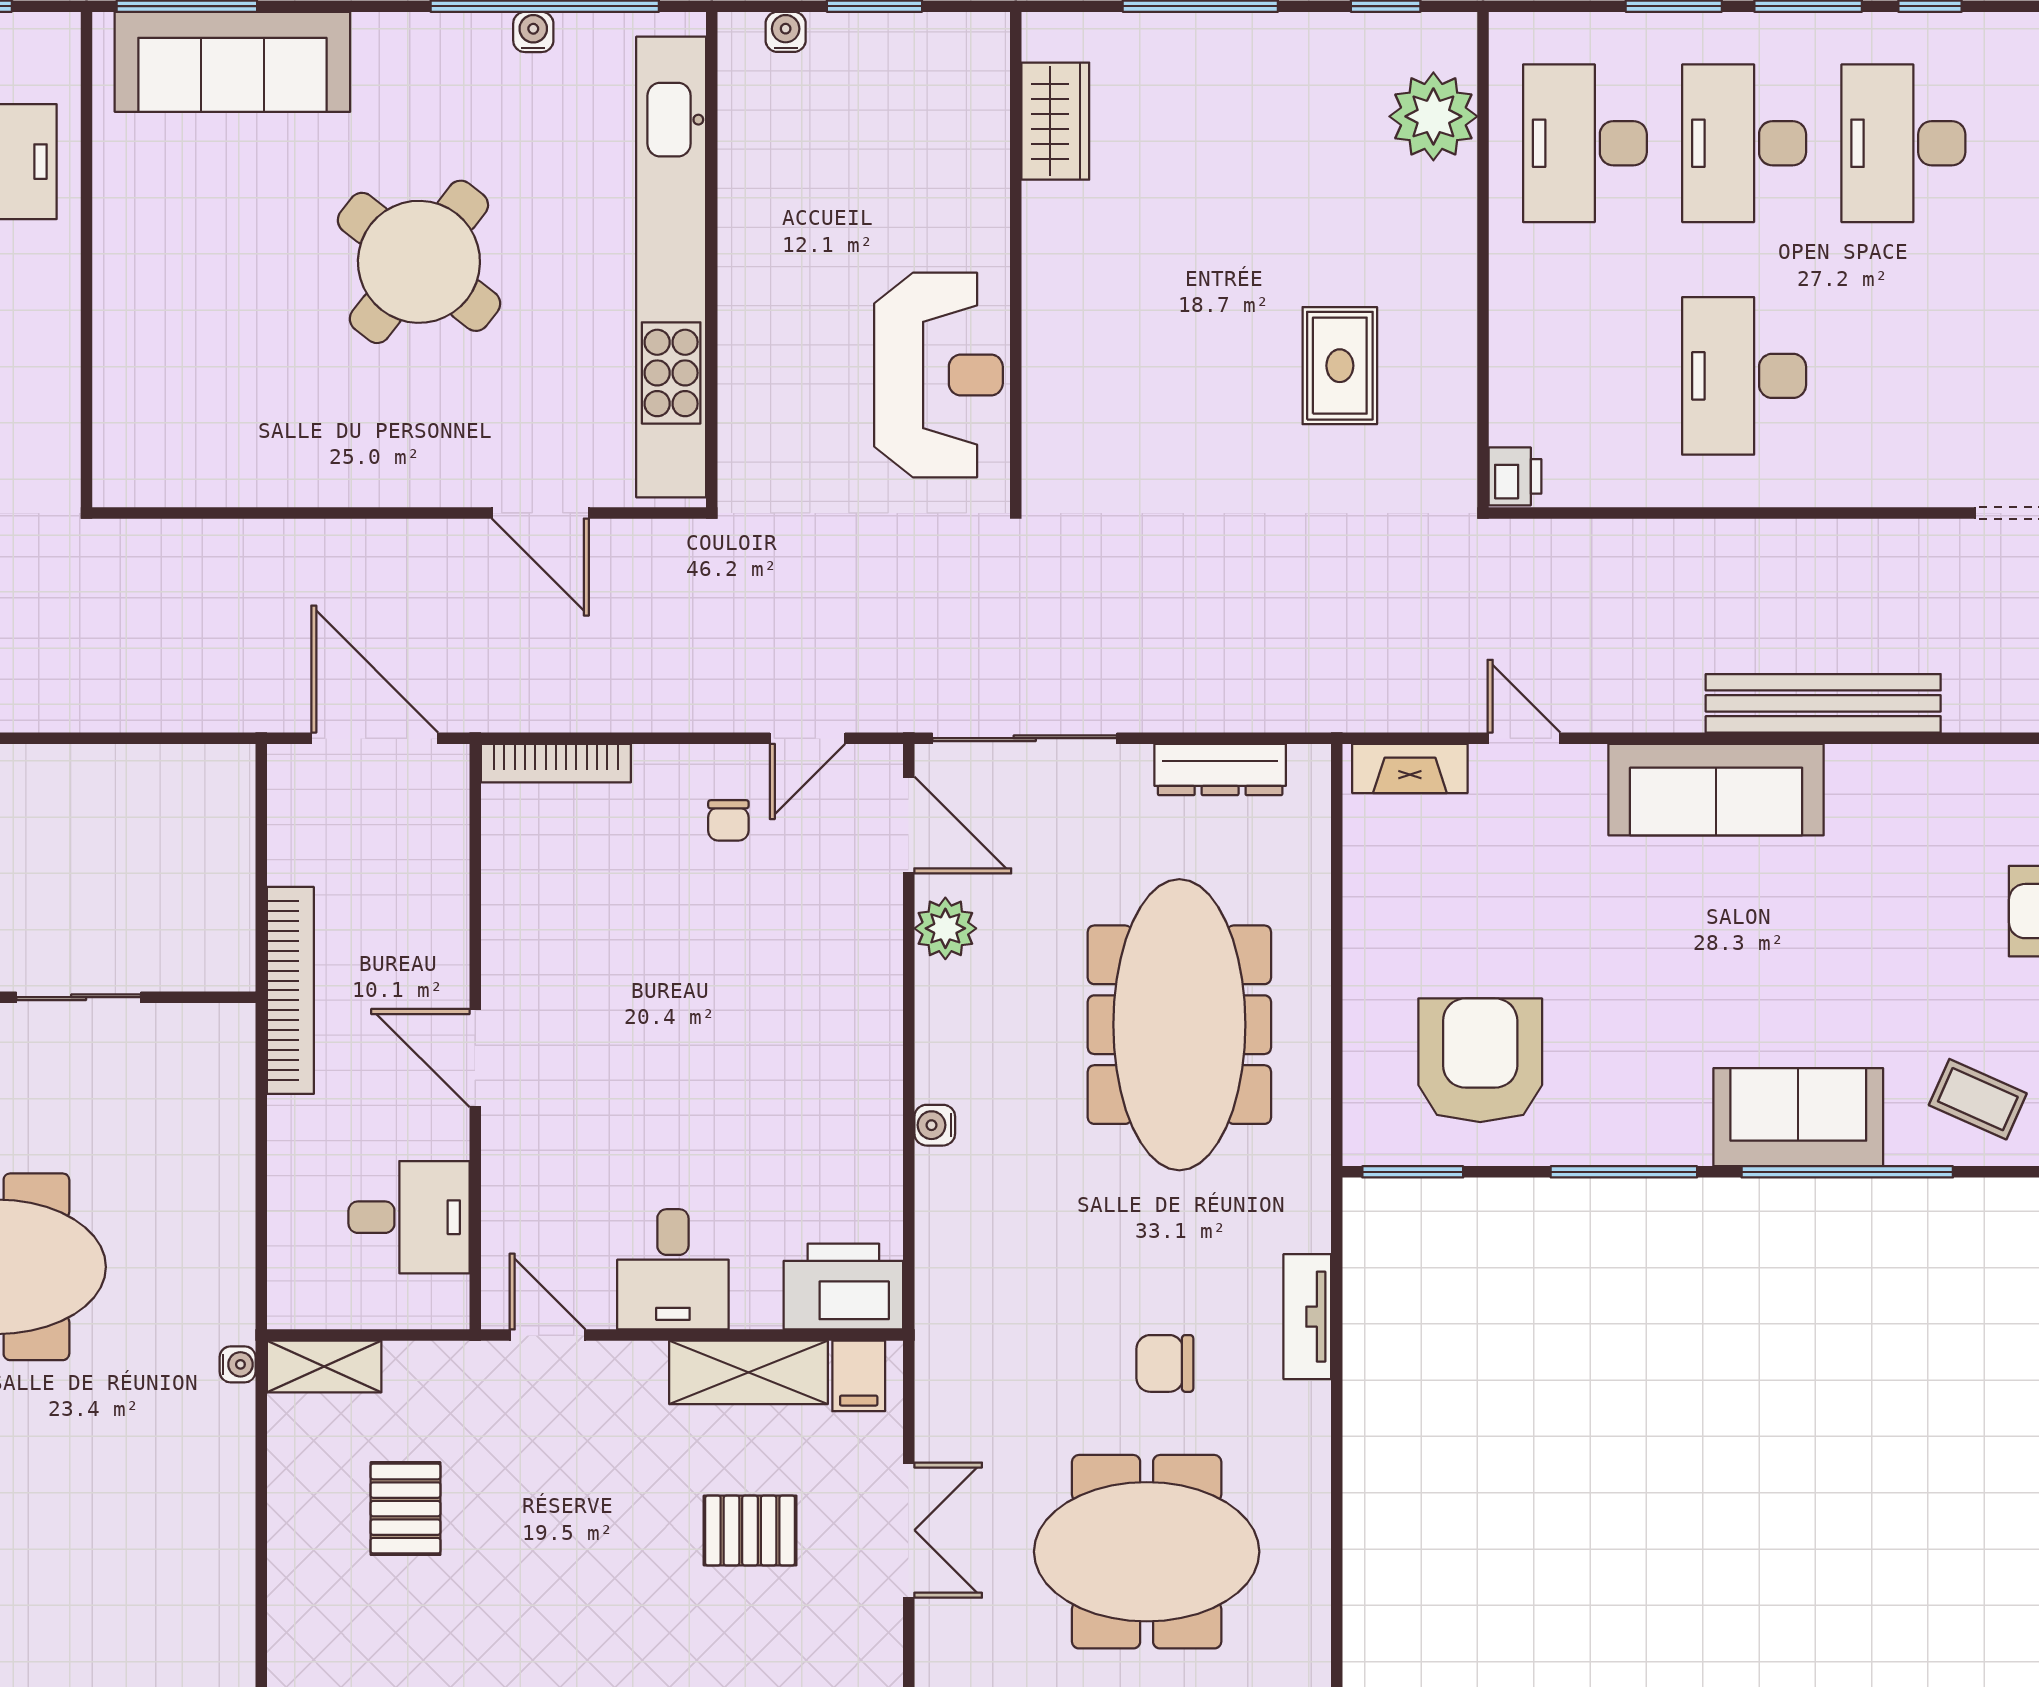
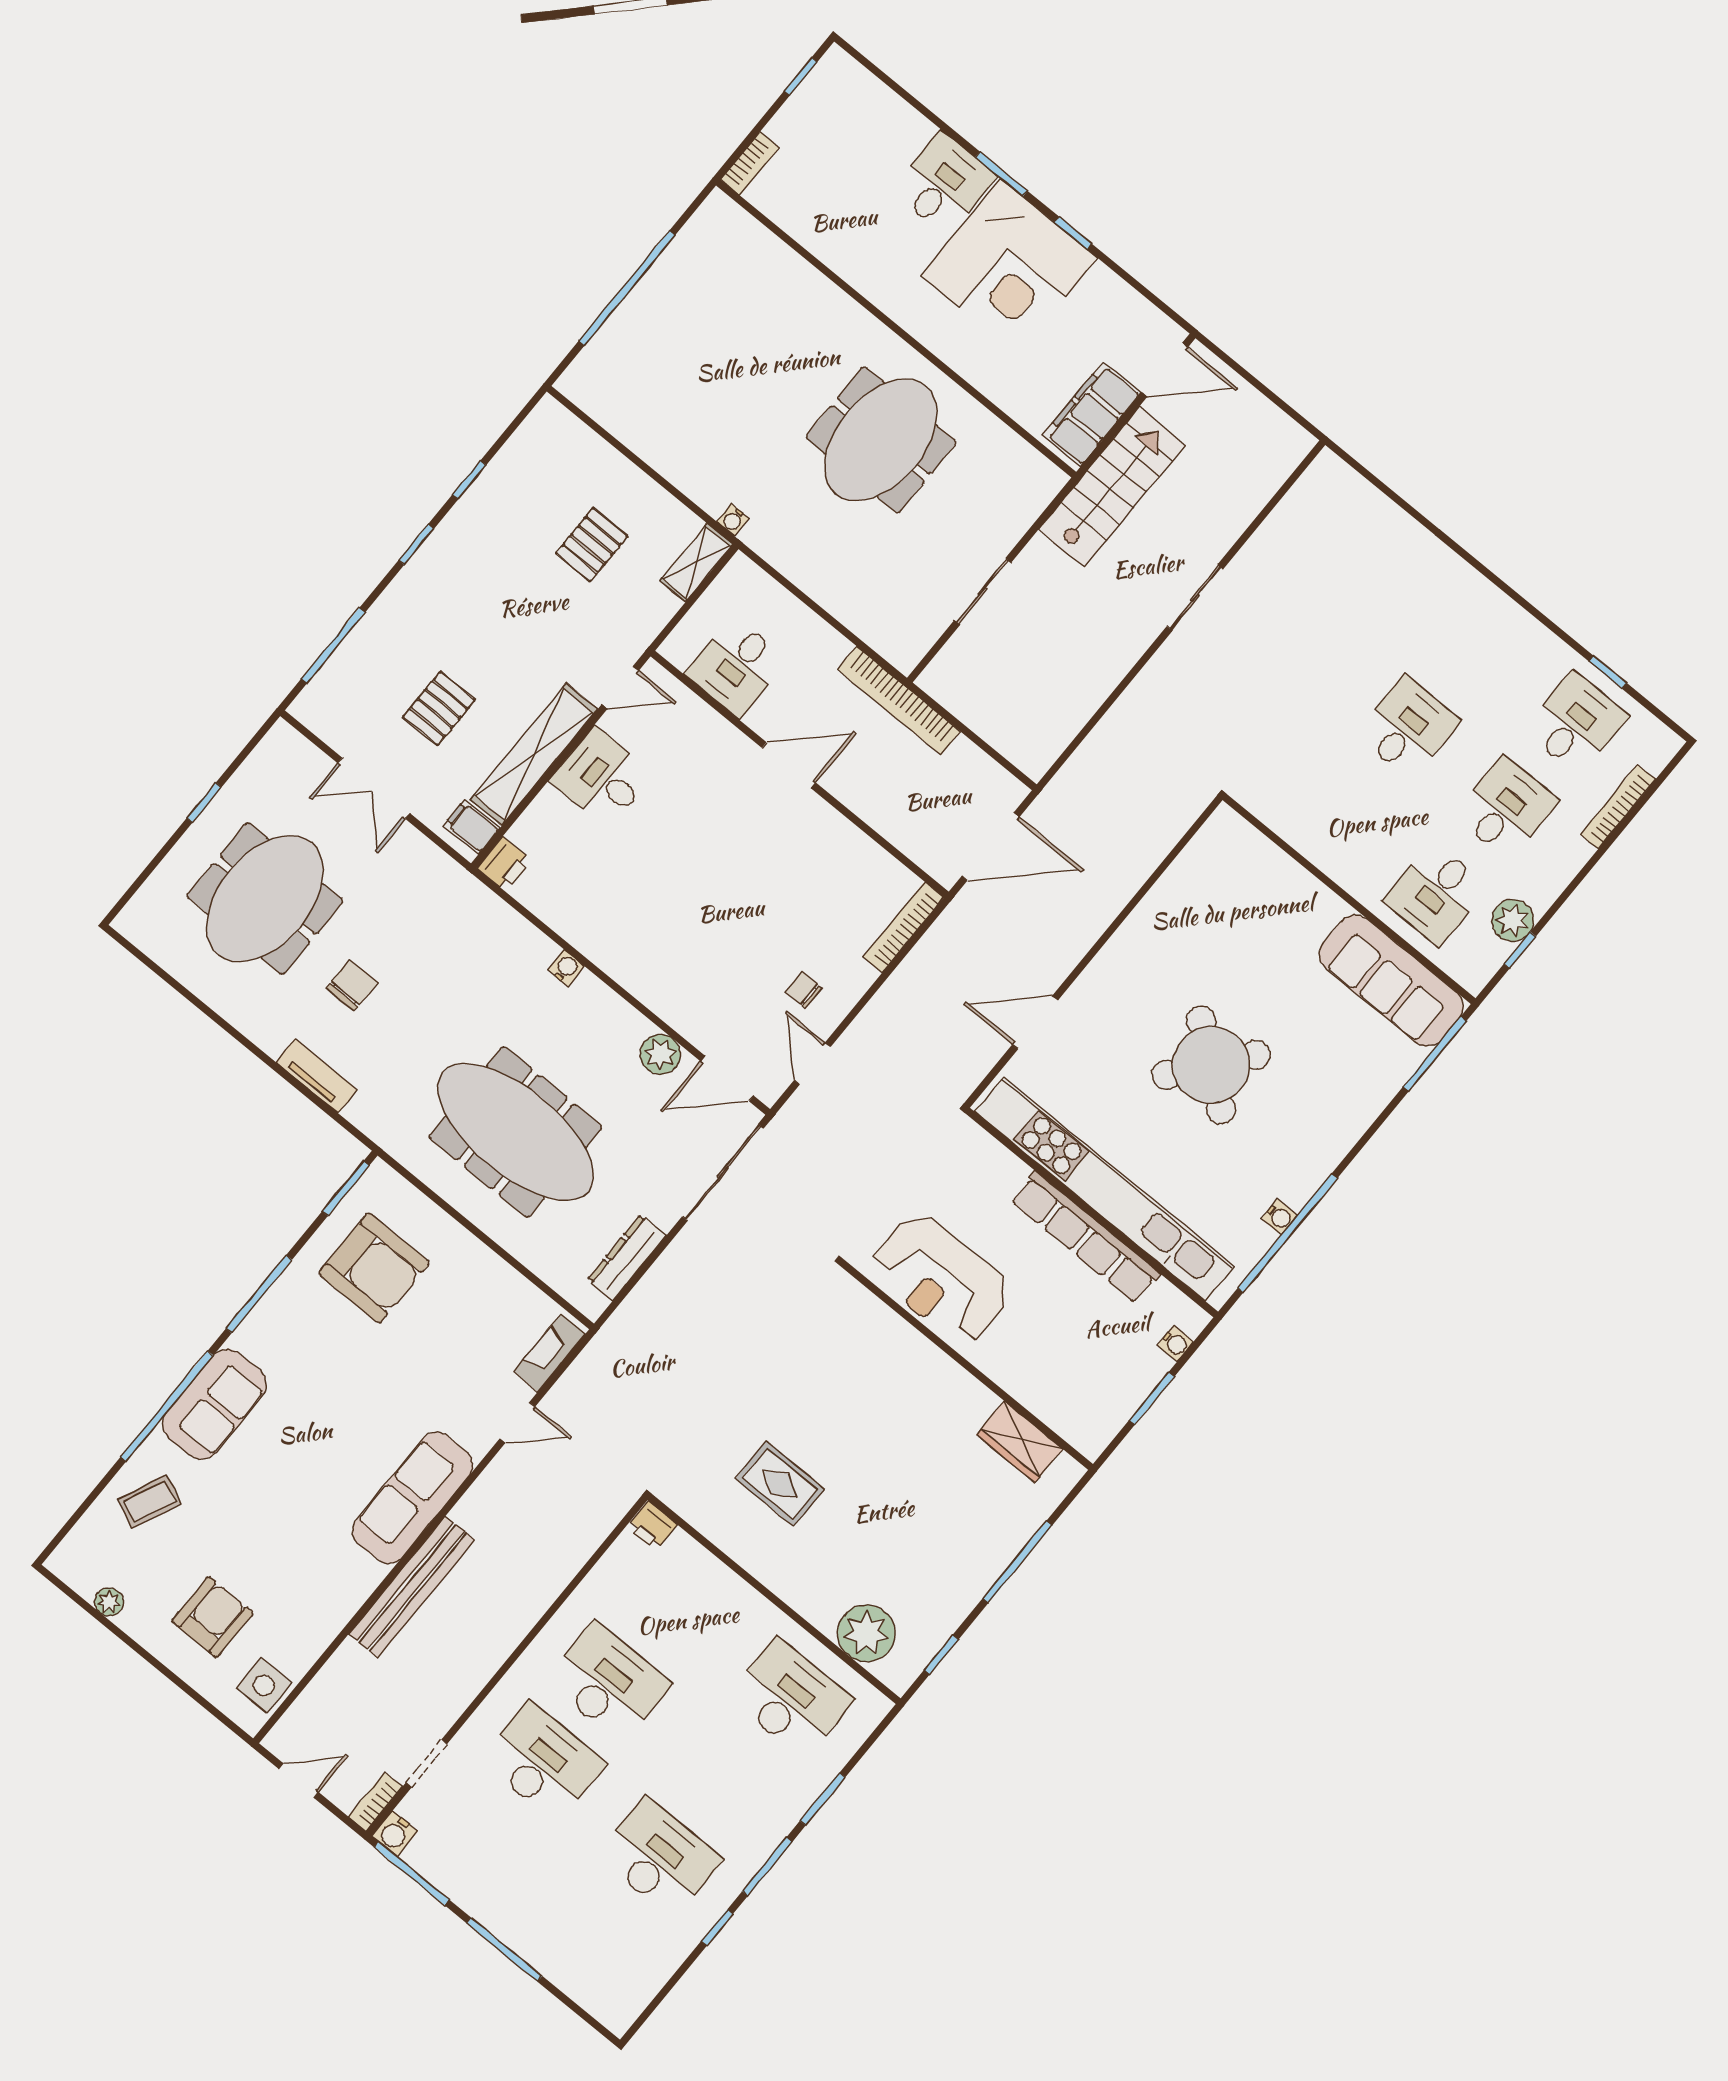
sofa: (232, 62) -> (1391, 981), moved, turned -90
desk: (1744, 143) -> (543, 1762), moved
row of seats: (747, 243) -> (1085, 1237), added
printer: (843, 1287) -> (504, 864), width x0.53, depth x0.68
shelving: (748, 1372) -> (534, 754), width x1.47
pallet: (405, 1509) -> (592, 545), turned 90

